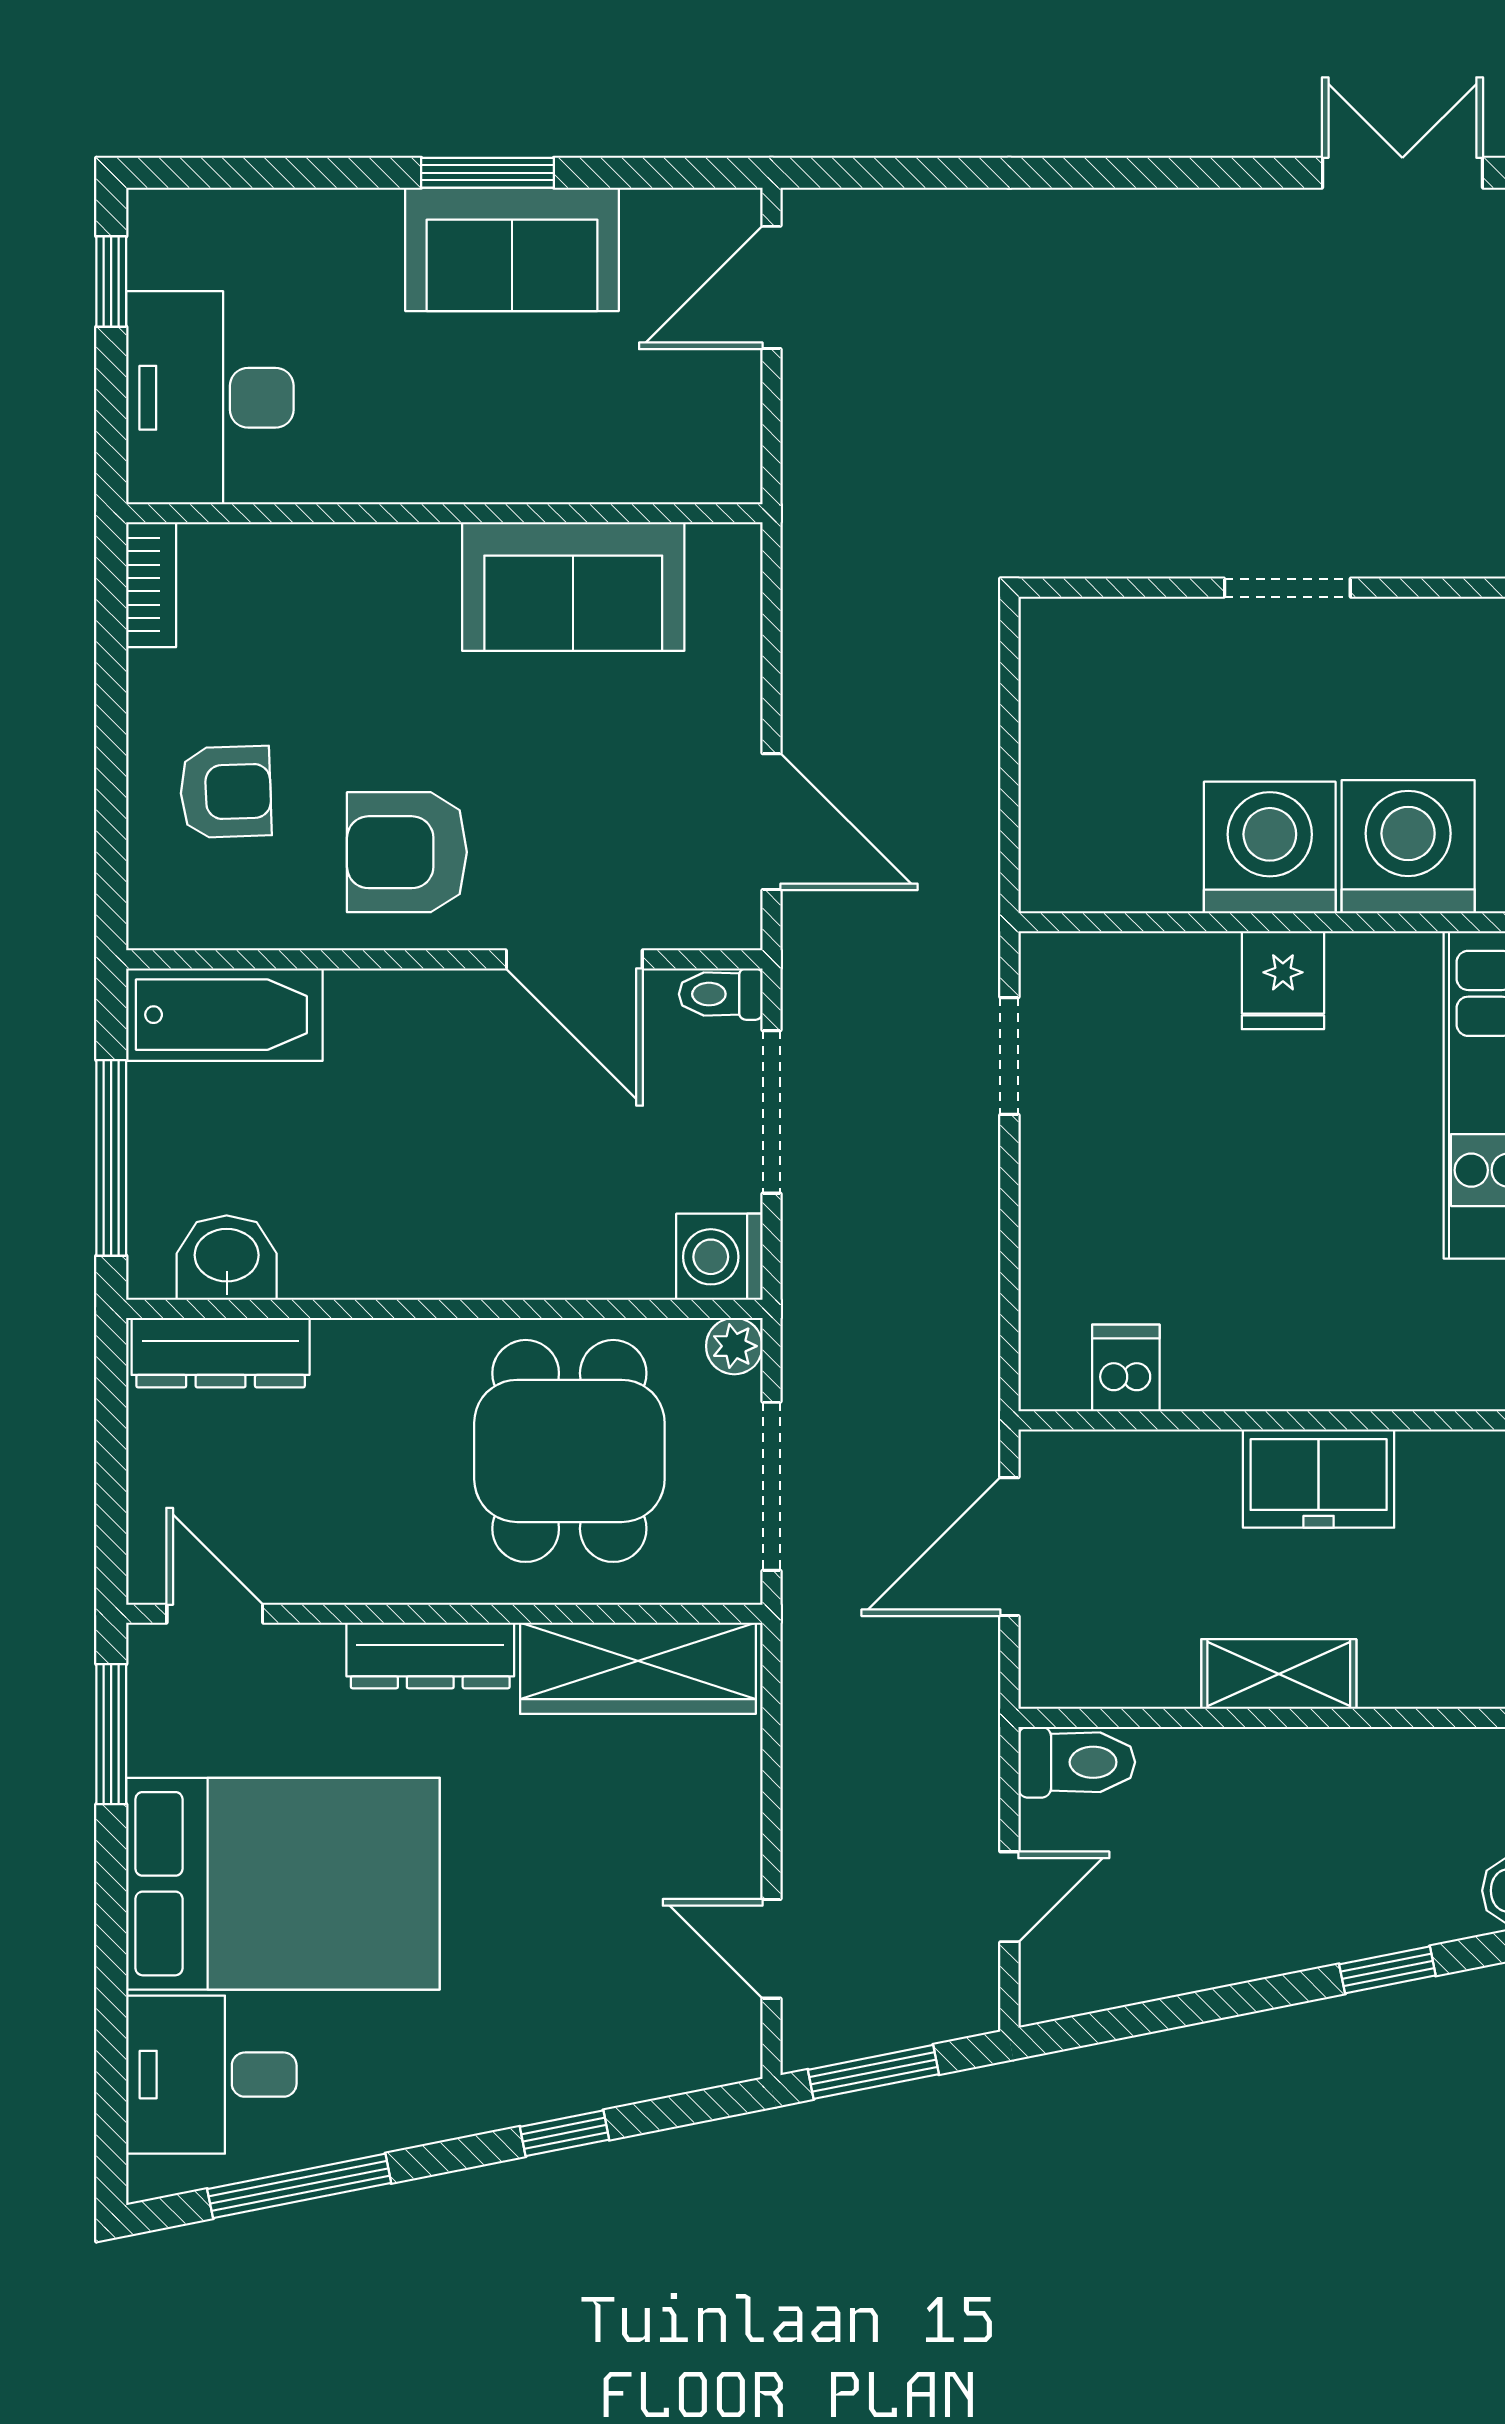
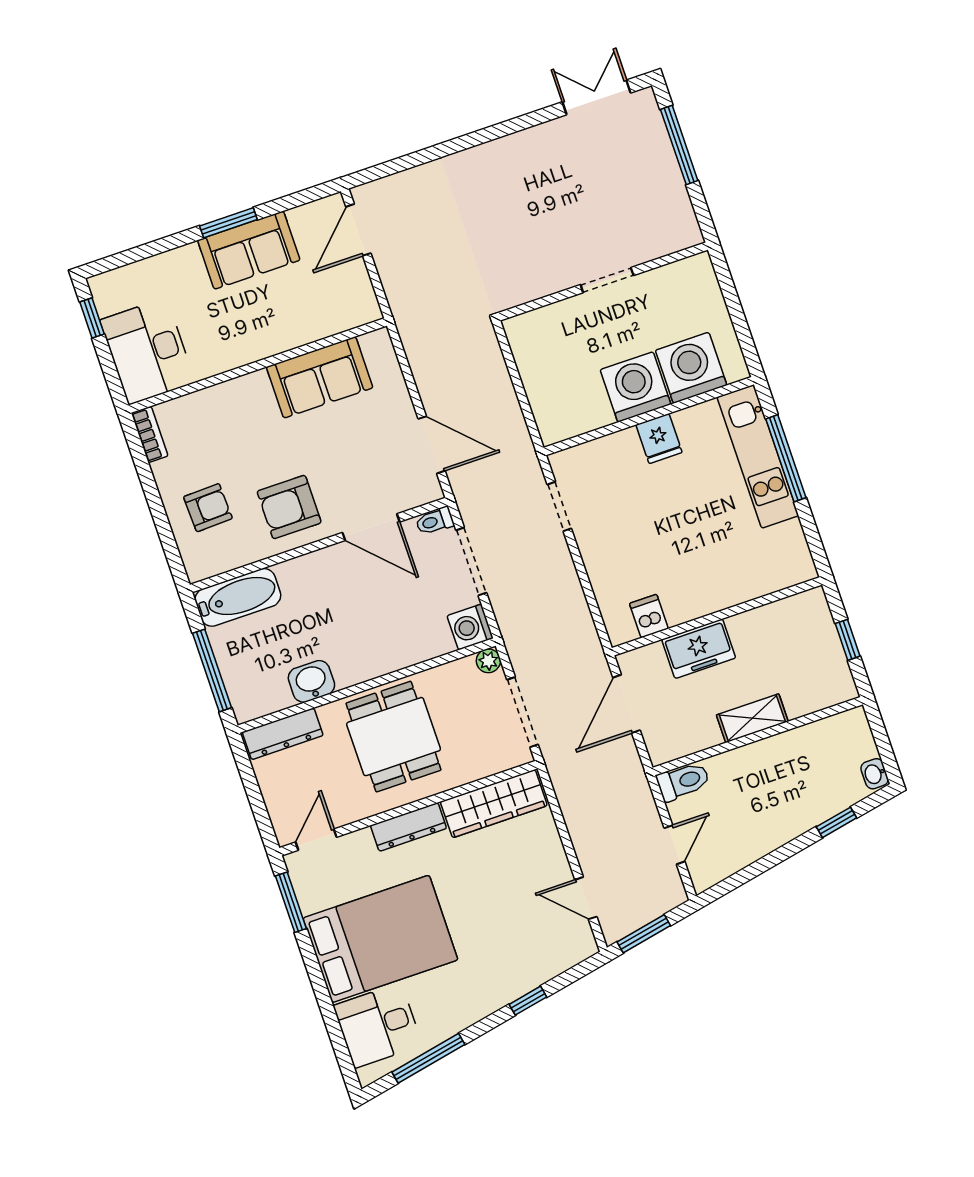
washbasin: (227, 1258) -> (311, 681), moved
dining table: (569, 1451) -> (394, 737), moved
freezer: (1319, 1479) -> (699, 649), moved
door: (215, 1614) -> (316, 840), hinge flipped

